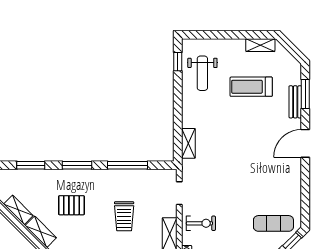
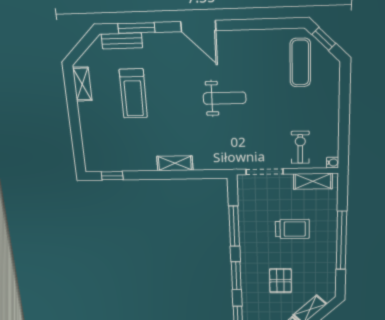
weight bench: (202, 73) -> (225, 98), moved
bench: (295, 102) -> (122, 41), moved
shelving: (188, 143) -> (175, 163), moved
doorway: (179, 193) -> (265, 172), width x1.38

